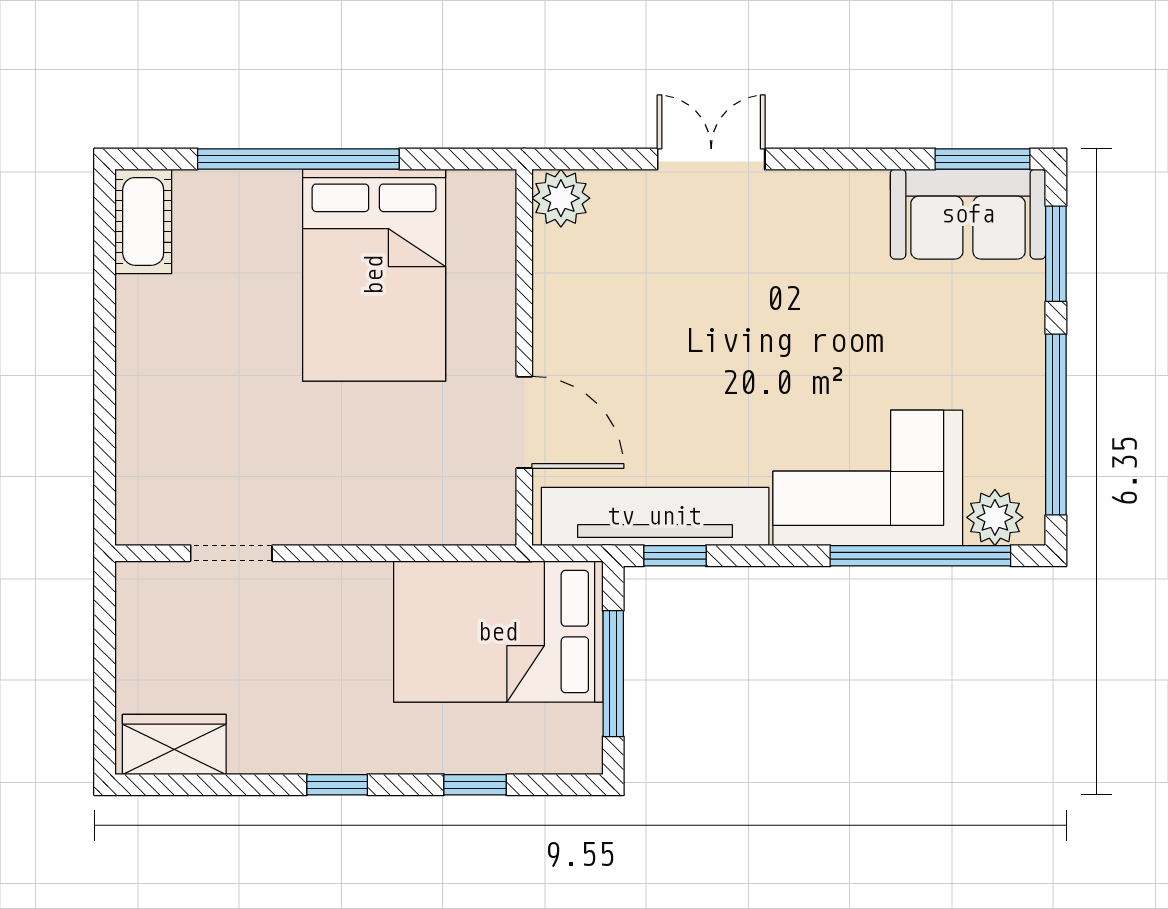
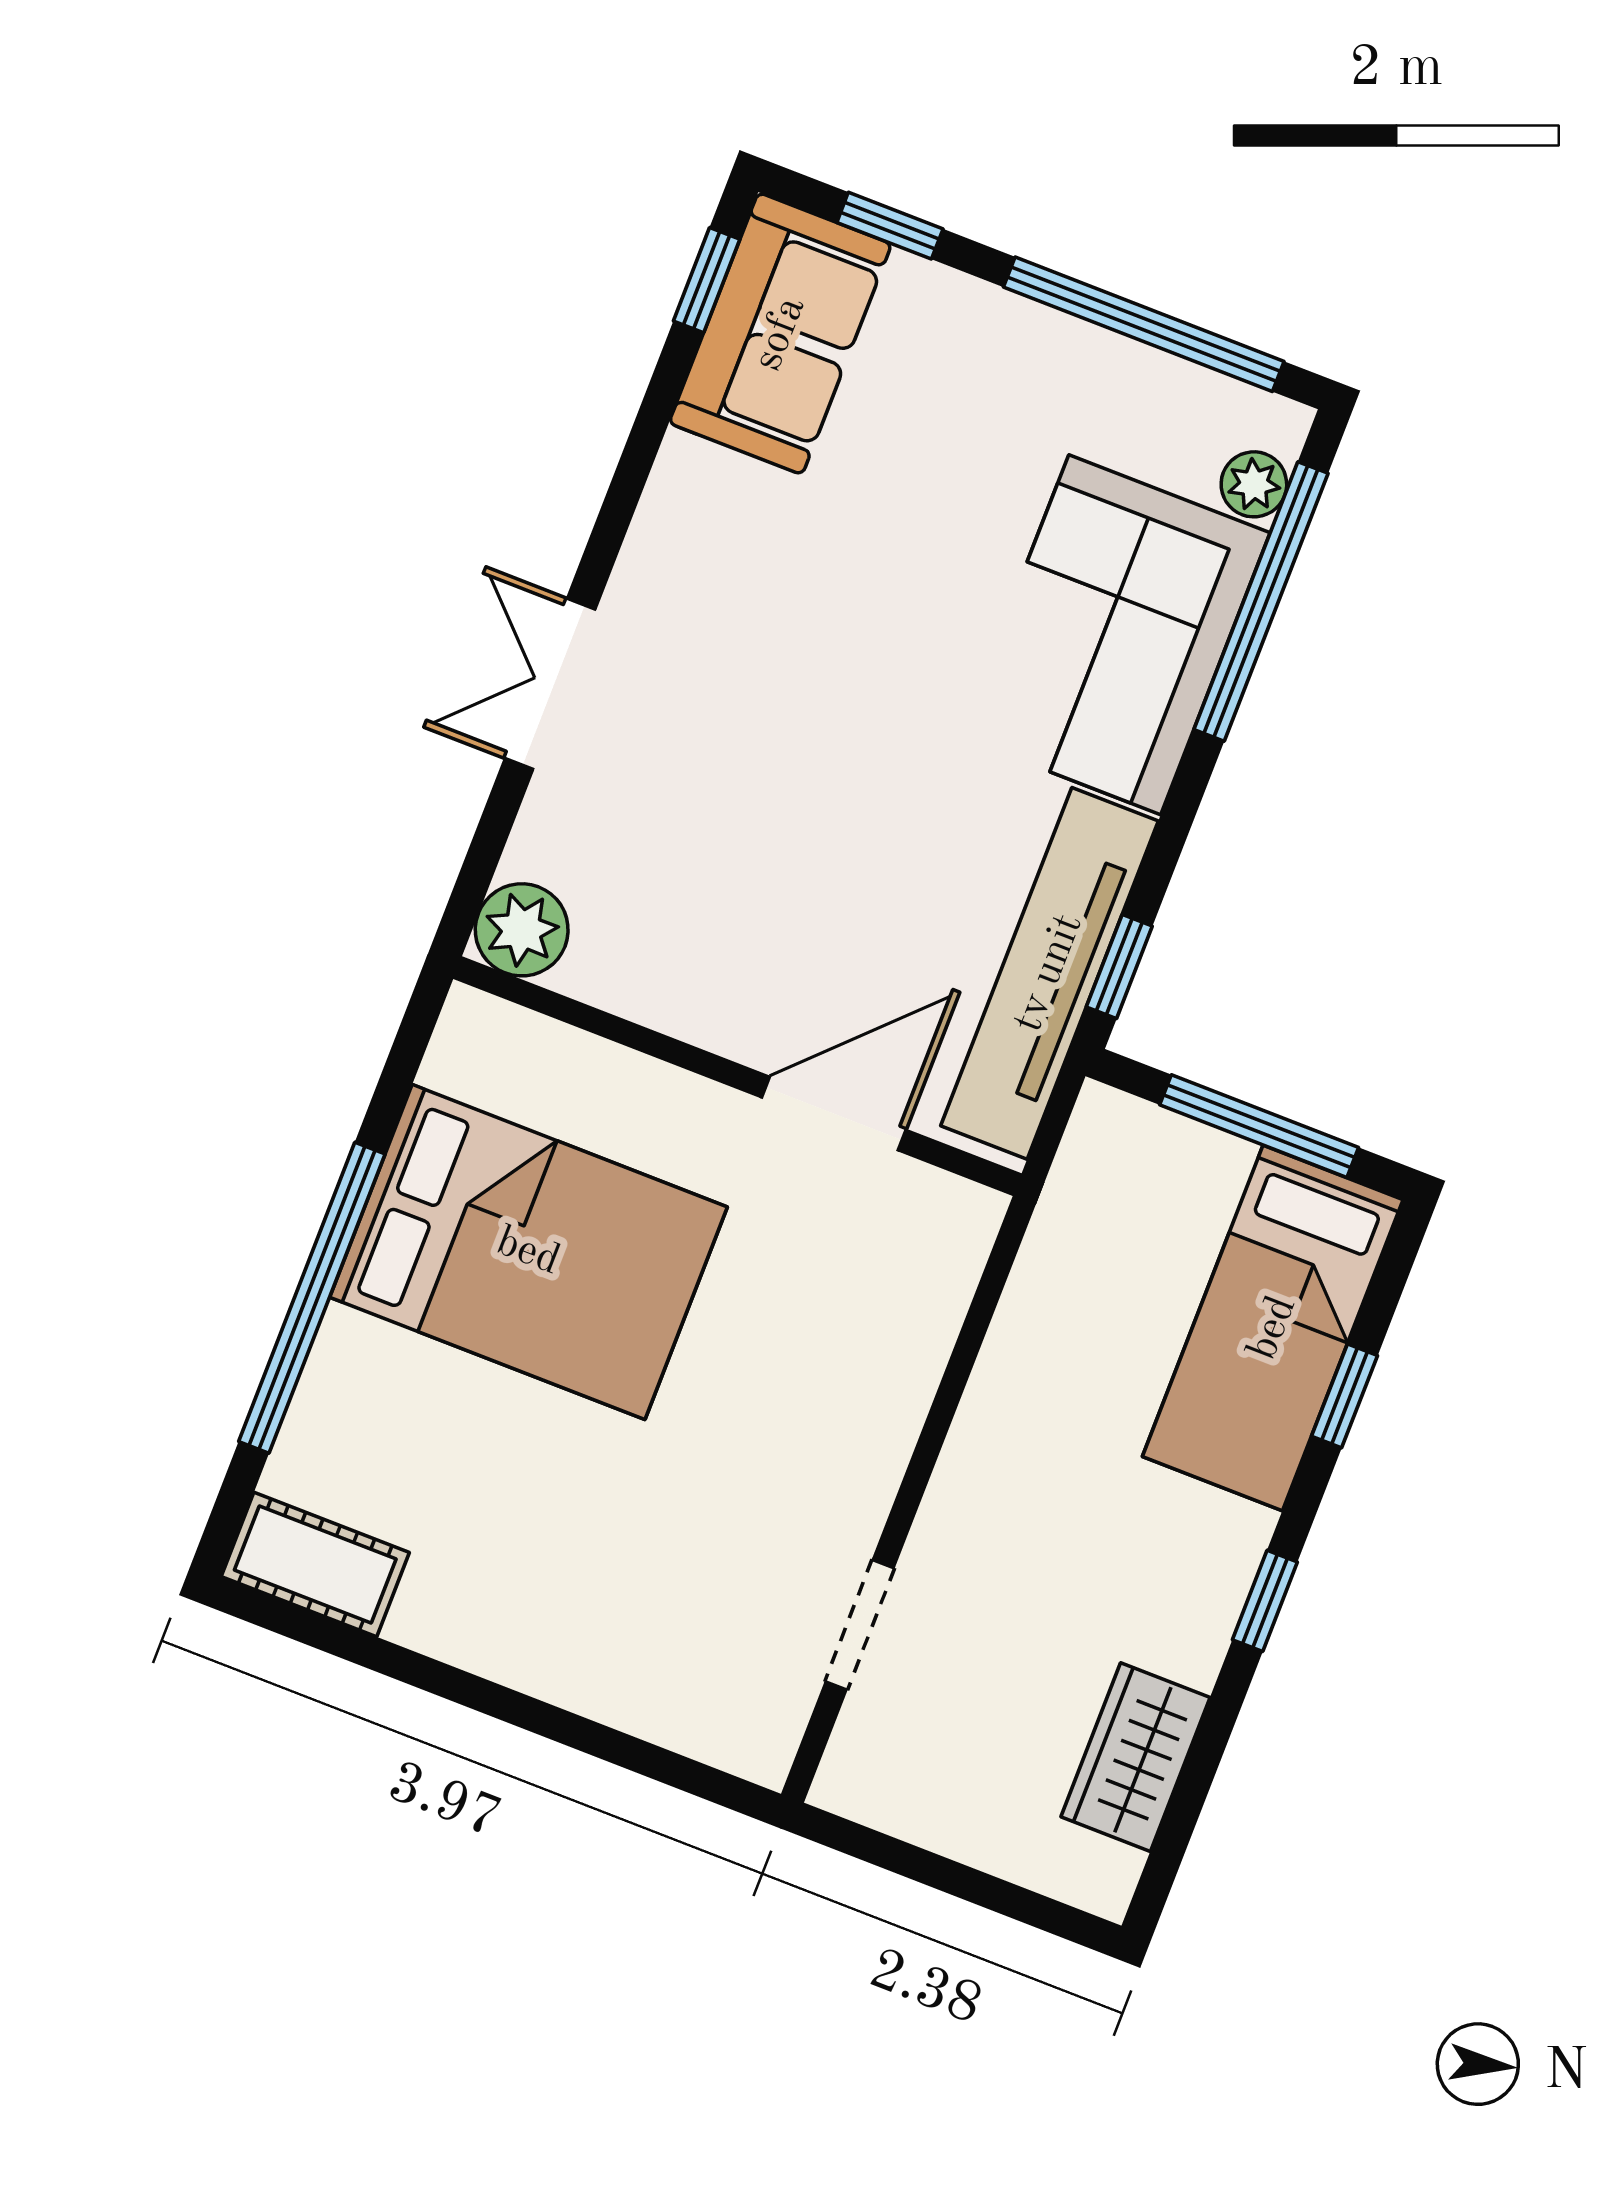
window: (983, 159) -> (707, 280), width x0.67
window: (1056, 254) -> (890, 226), width x0.67
plant: (995, 517) -> (1254, 484), width x0.73, depth x0.73
bed: (498, 632) -> (1273, 1328), moved, width x0.67
wardrobe: (174, 744) -> (1136, 1757), moved

